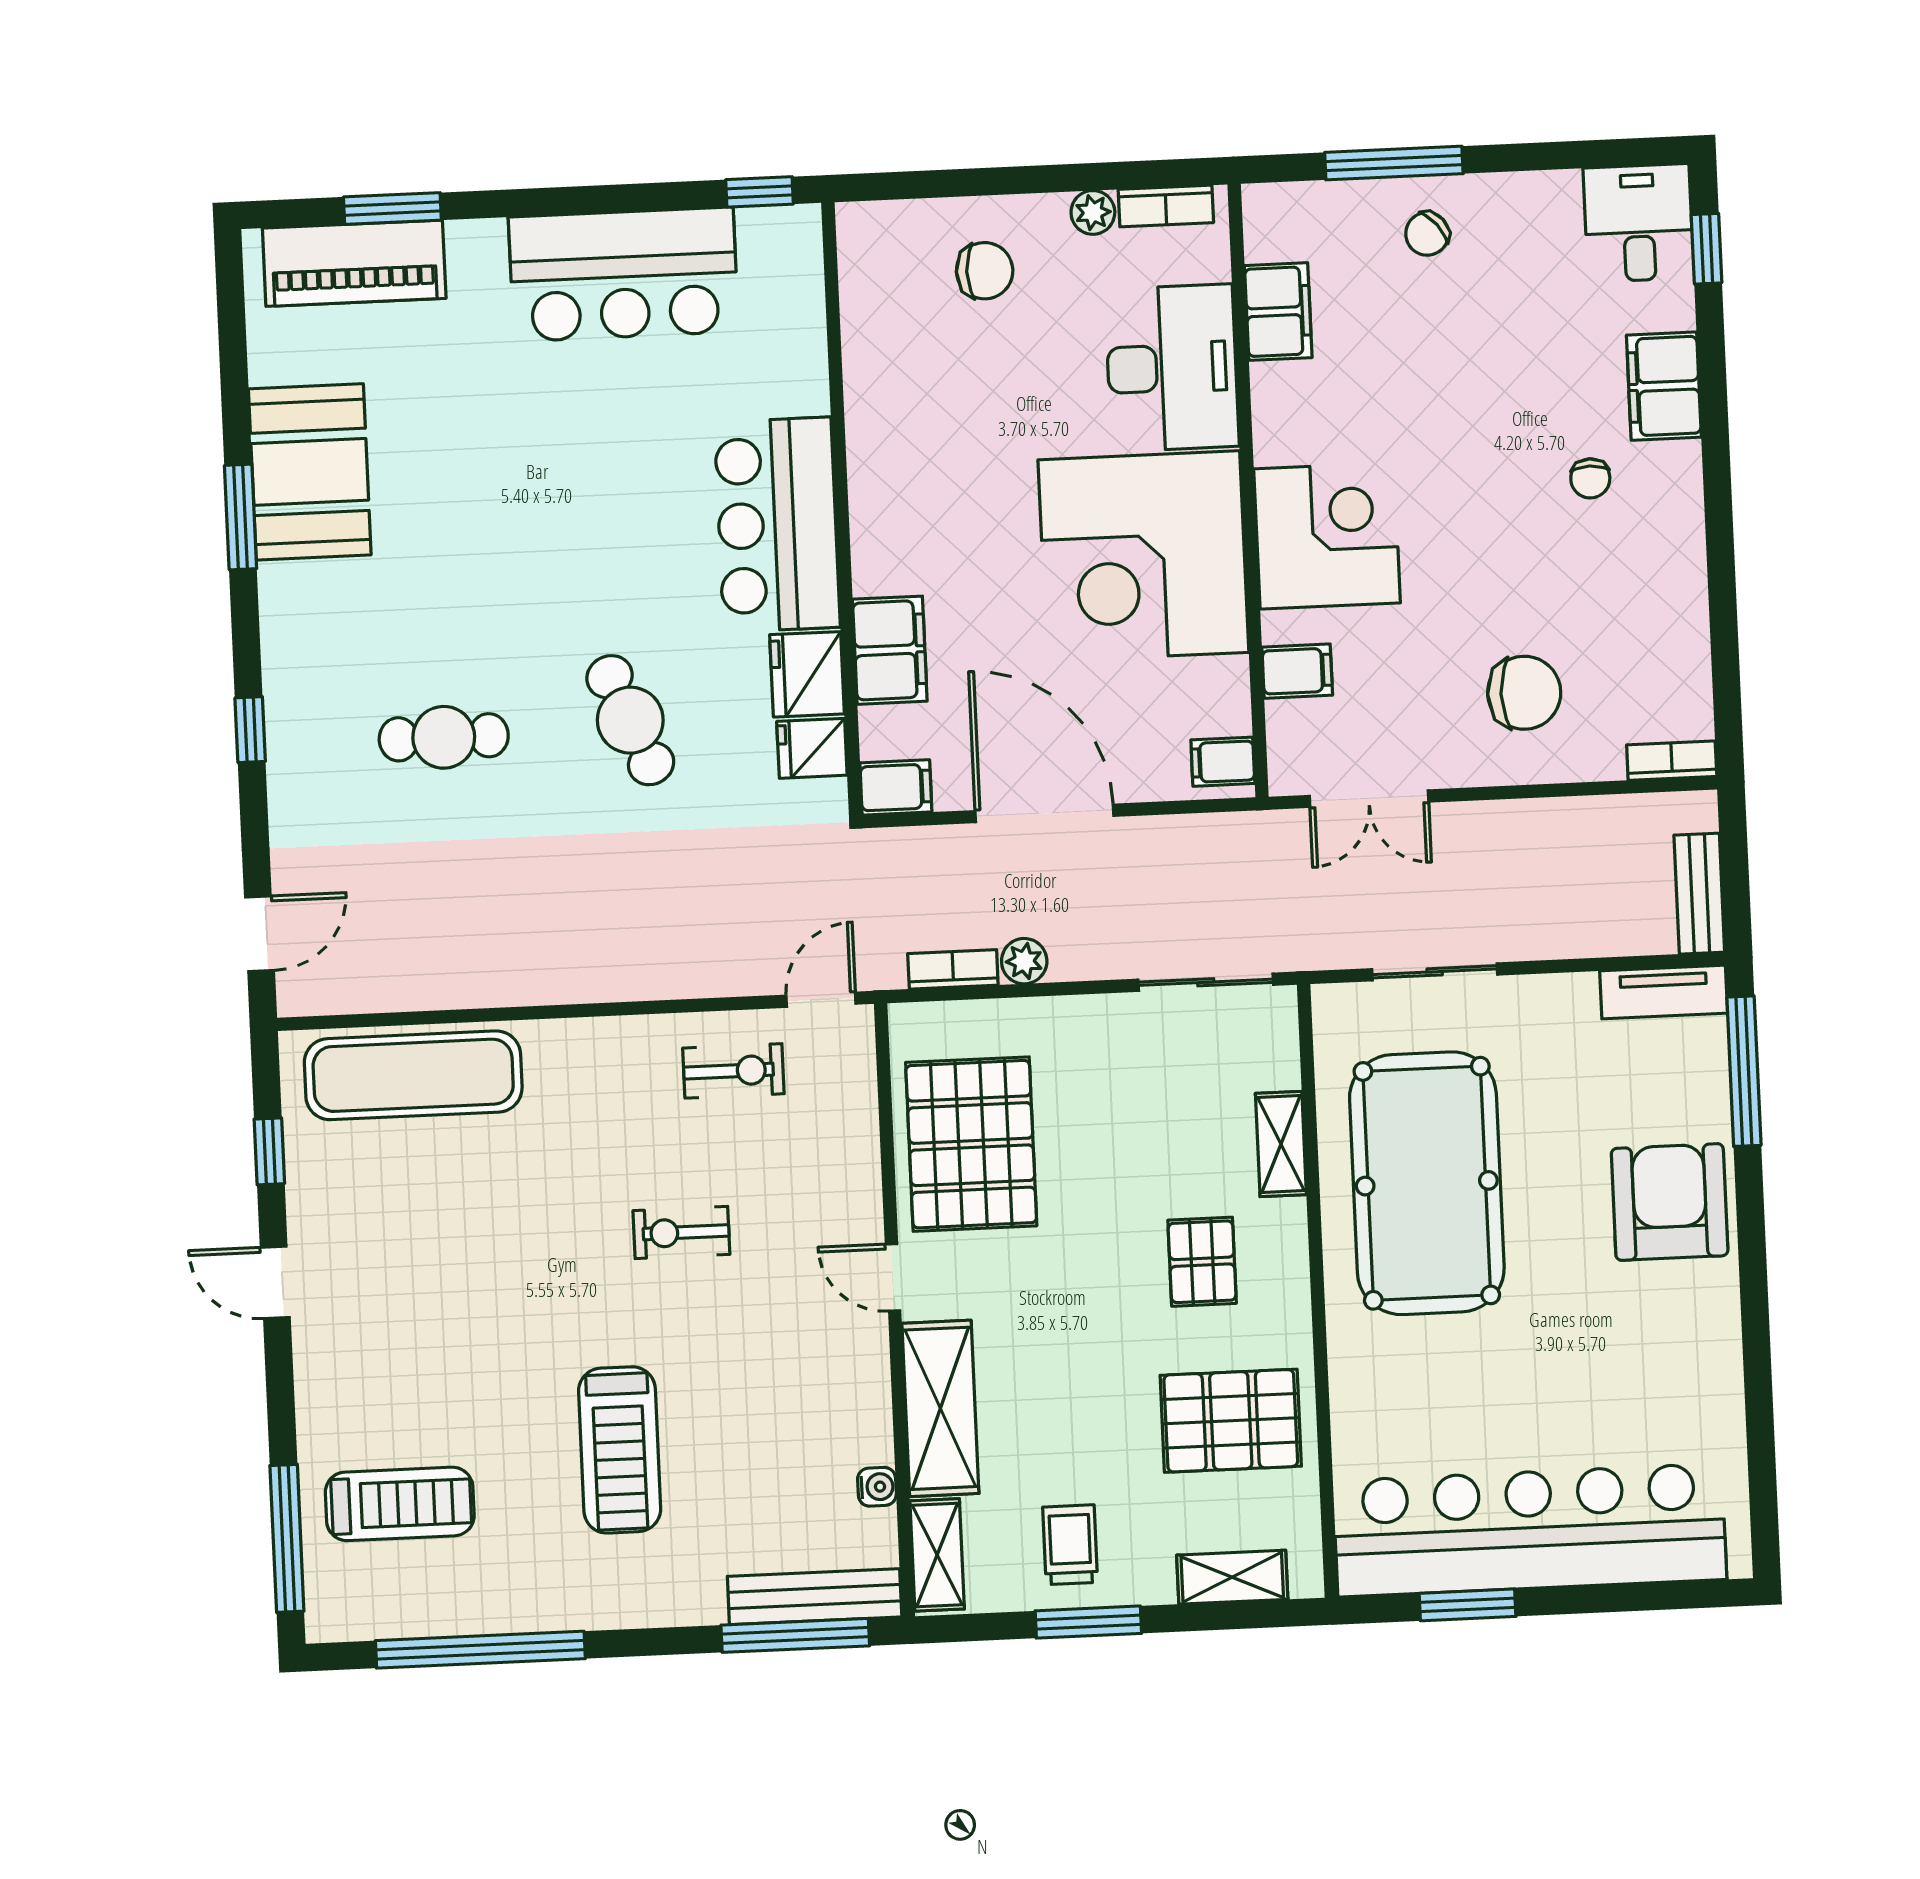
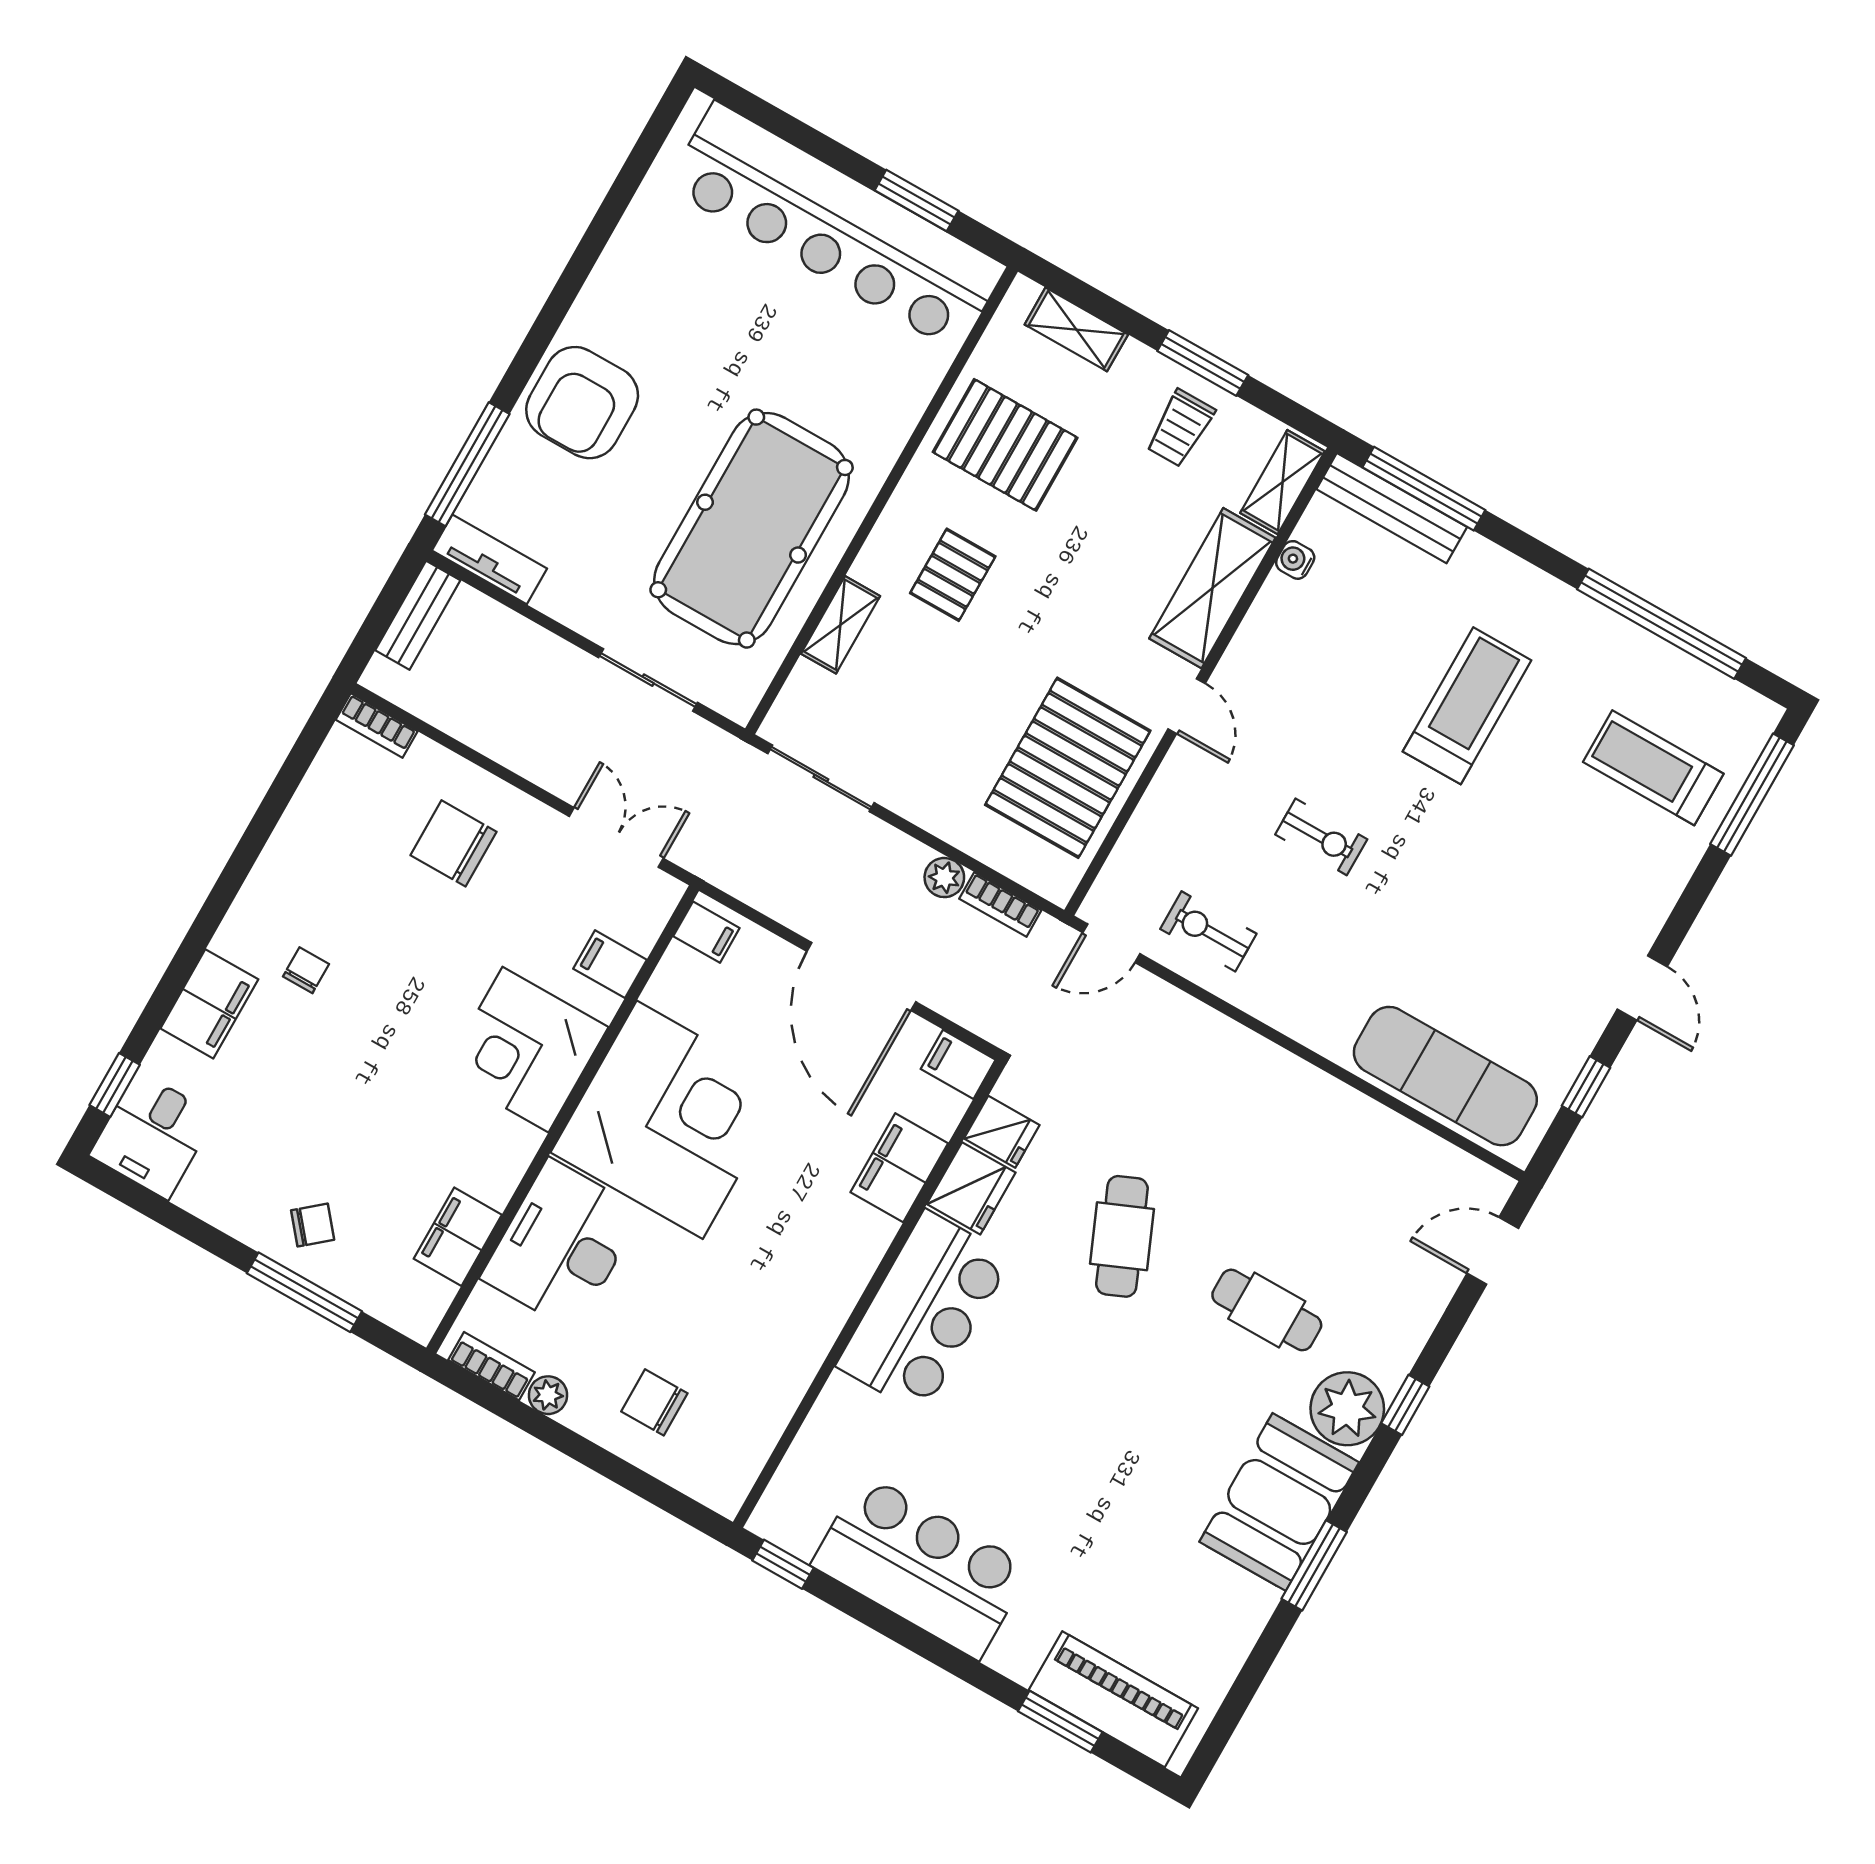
booth: (310, 472) -> (1279, 1502), moved
plant: (304, 690) -> (1347, 1409), added

